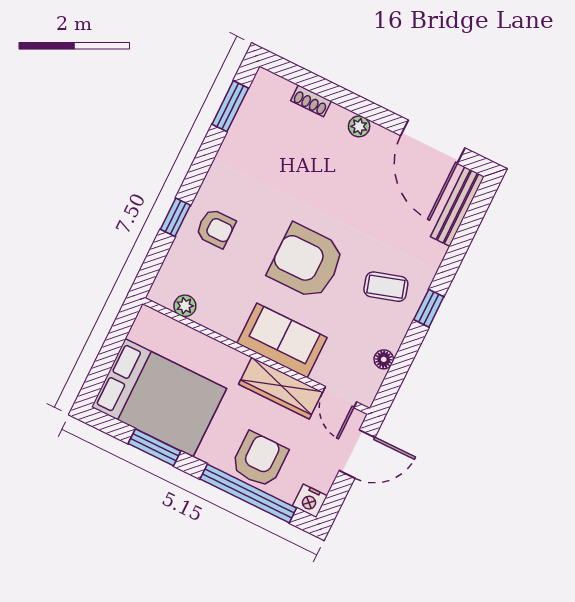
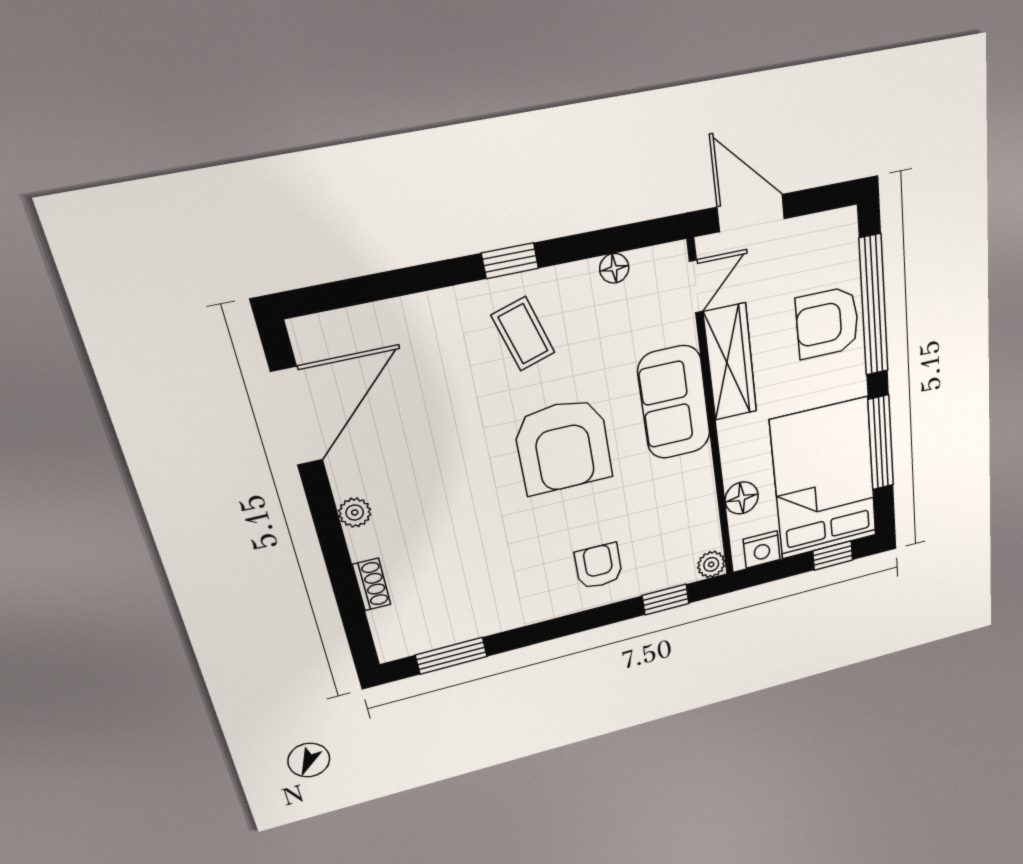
bench: (457, 207) -> (353, 324), removed
window: (175, 217) -> (666, 599), moved
plant: (185, 306) -> (711, 564), moved
floor lamp: (189, 340) -> (742, 498), added
window: (100, 371) -> (833, 556), added
window: (154, 447) -> (881, 443), width x1.44
nightstand: (310, 501) -> (762, 549), moved, turned 90

